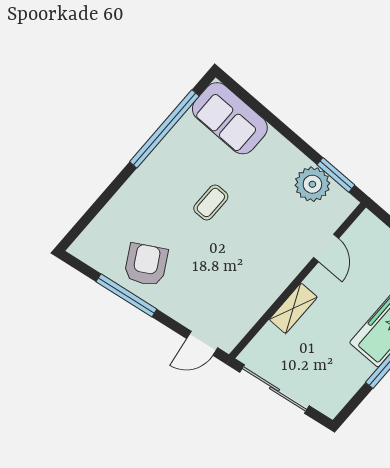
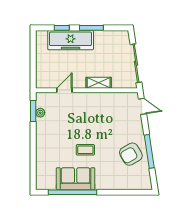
sofa: (230, 118) -> (76, 179), moved, turned -90
plant: (312, 184) -> (40, 113), width x0.53, depth x0.53

